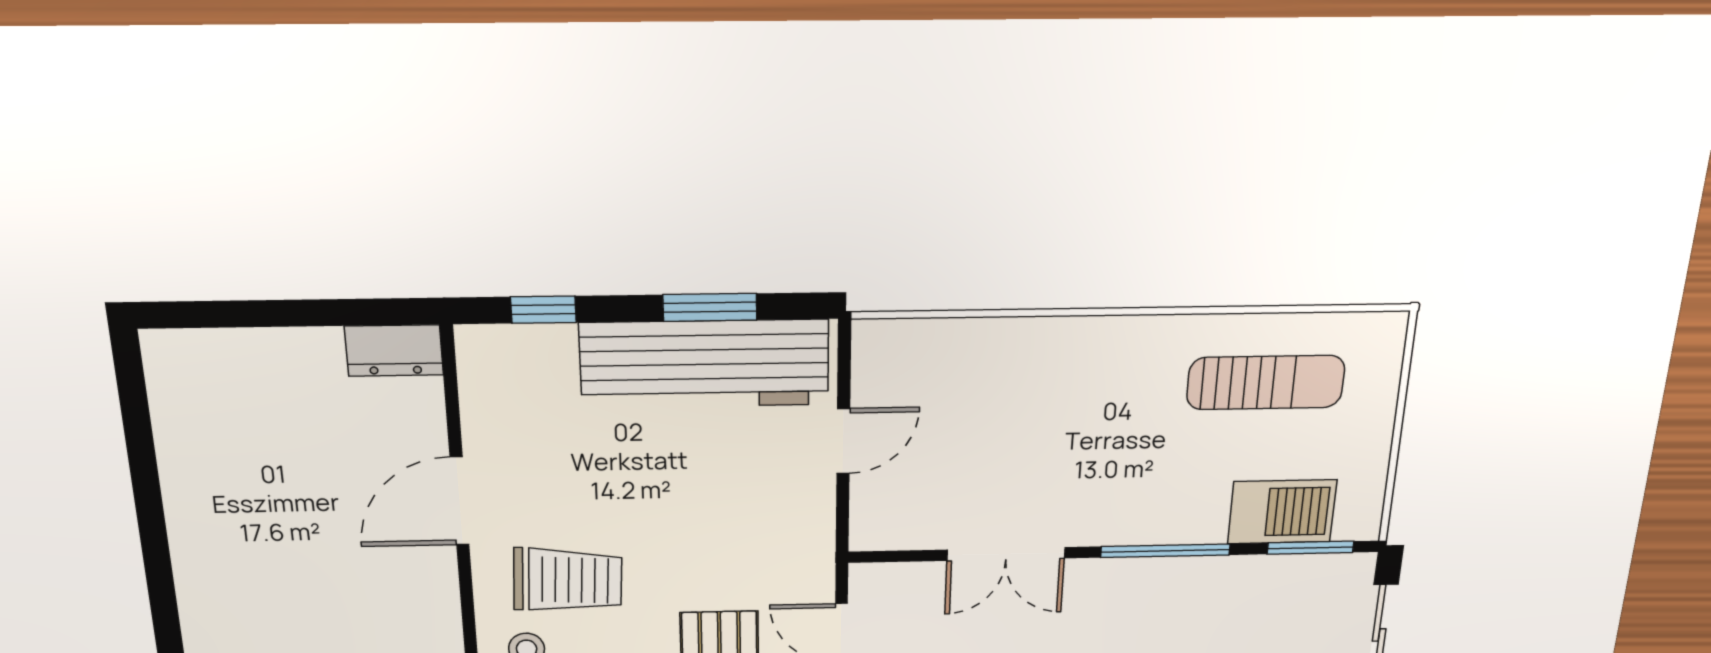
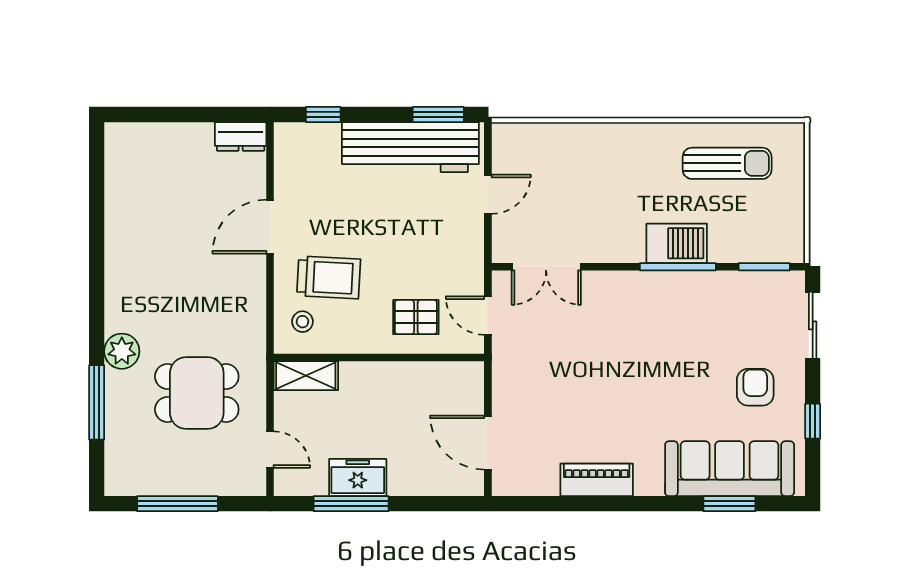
window: (710, 307) -> (438, 114), moved
barbecue: (1282, 512) -> (677, 243), moved
double door: (1006, 554) -> (546, 267), moved

